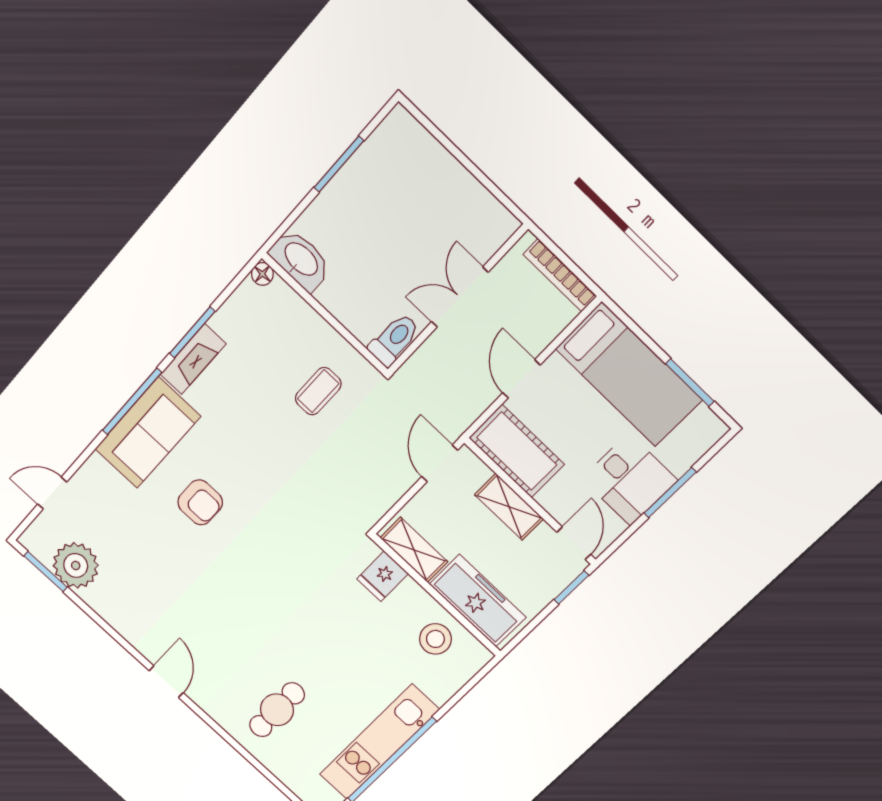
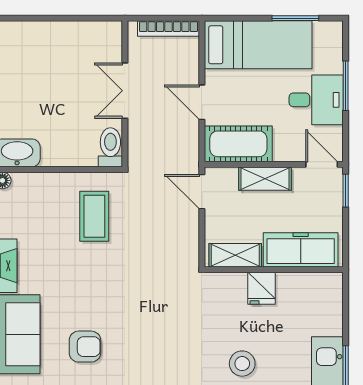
coffee table: (318, 391) -> (94, 216), width x1.36, depth x1.30
fridge: (383, 576) -> (261, 288), moved
stool: (435, 639) -> (242, 364), moved

